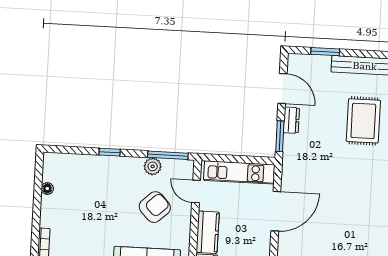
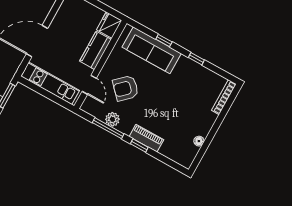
window: (168, 155) -> (108, 128), moved
piano: (106, 164) -> (146, 138), added

